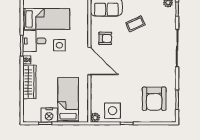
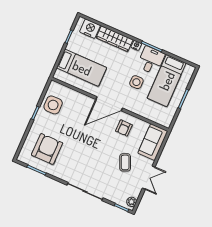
armchair: (154, 99) -> (47, 149), turned 90
nightstand: (49, 115) -> (90, 29), moved, turned 90
plant: (95, 118) -> (54, 86), removed

